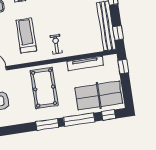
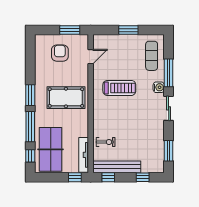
exercise bike: (56, 44) -> (106, 142), moved
tv unit: (85, 63) -> (84, 155), moved

